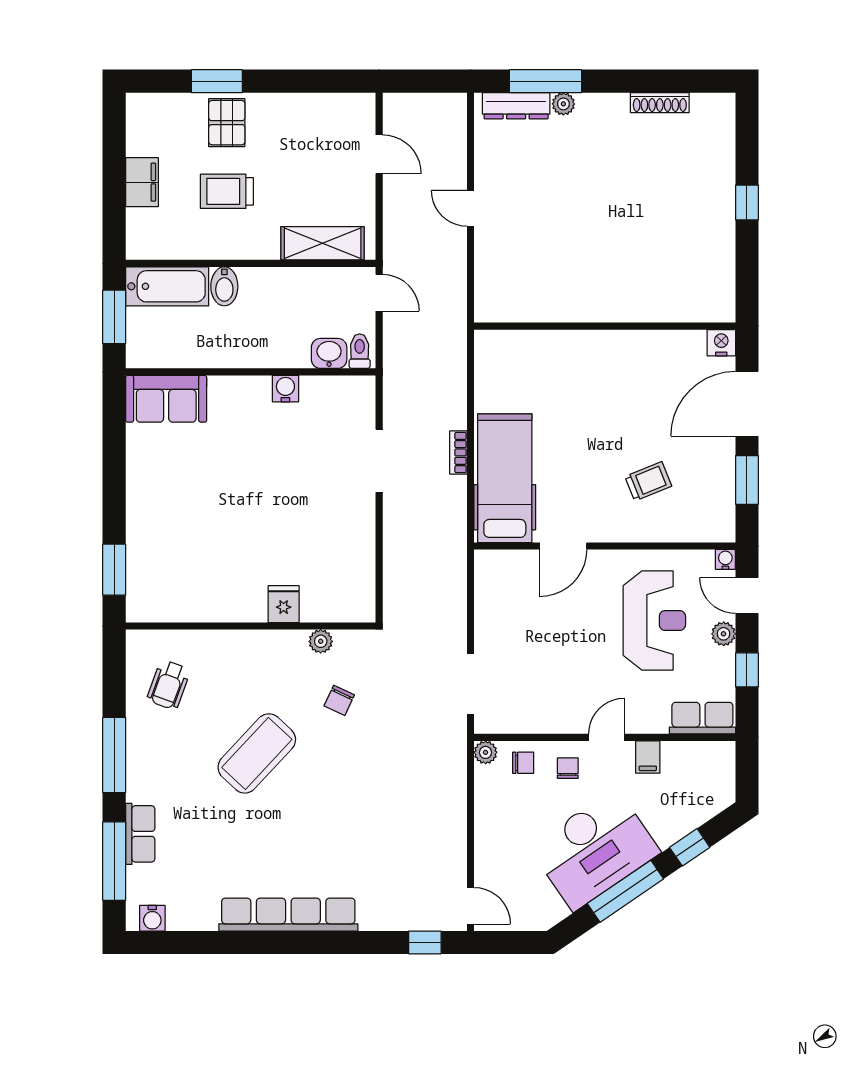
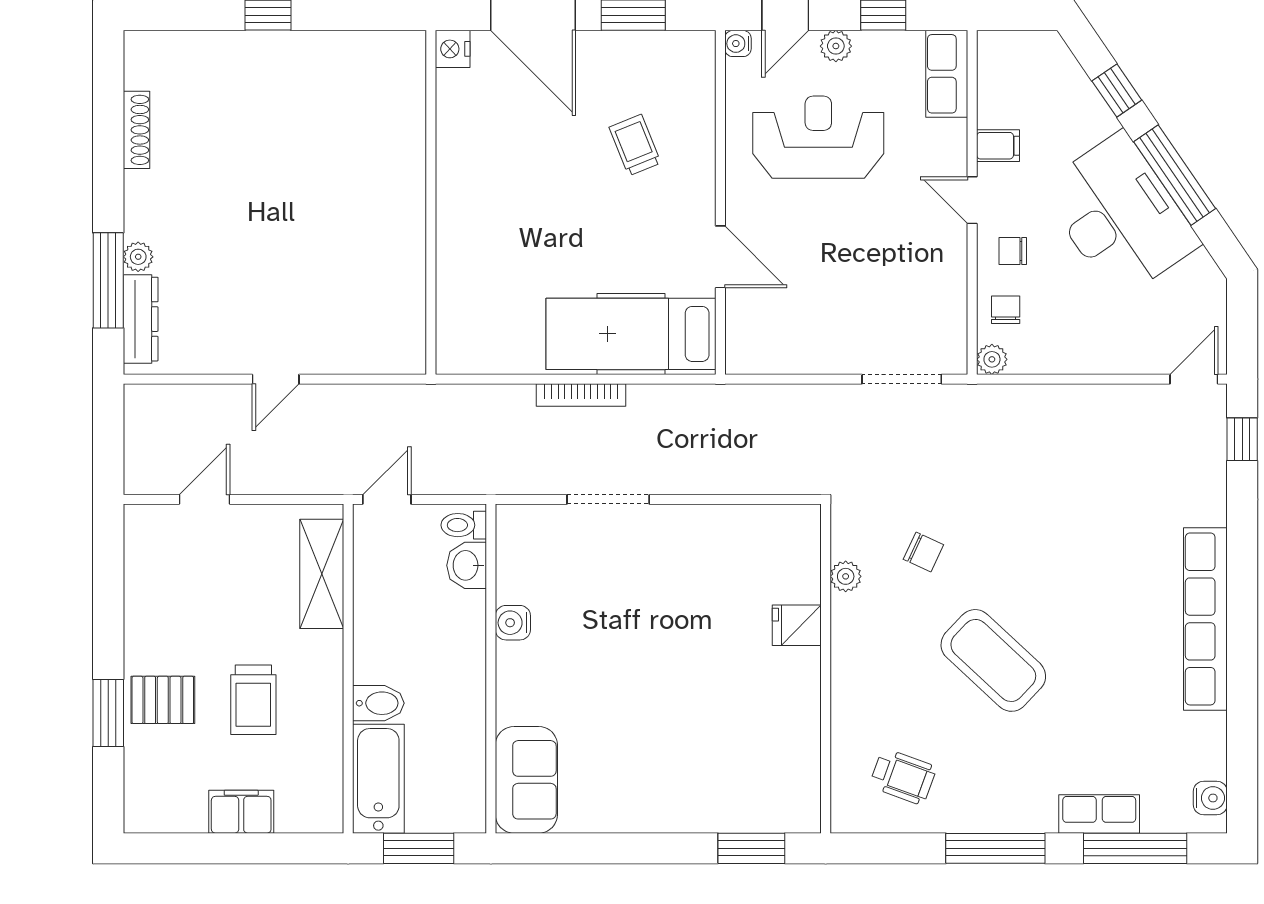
bookcase: (458, 452) -> (581, 395), width x1.56

